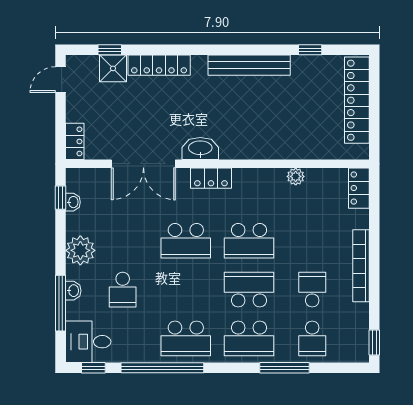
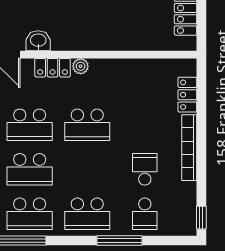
washbasin: (200, 148) -> (38, 41), width x0.72
plant: (296, 176) -> (81, 66), moved
locker: (359, 188) -> (187, 95), moved
school desk: (249, 290) -> (30, 169), moved, turned 180

